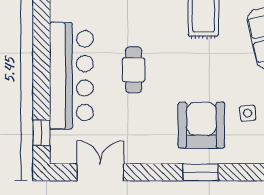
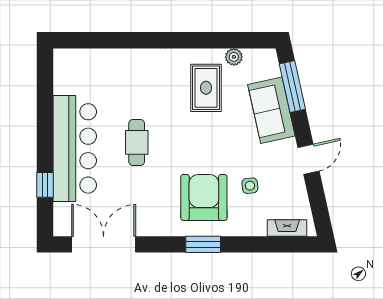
window: (41, 133) -> (45, 185), moved
double door: (100, 172) -> (104, 244), width x1.37

